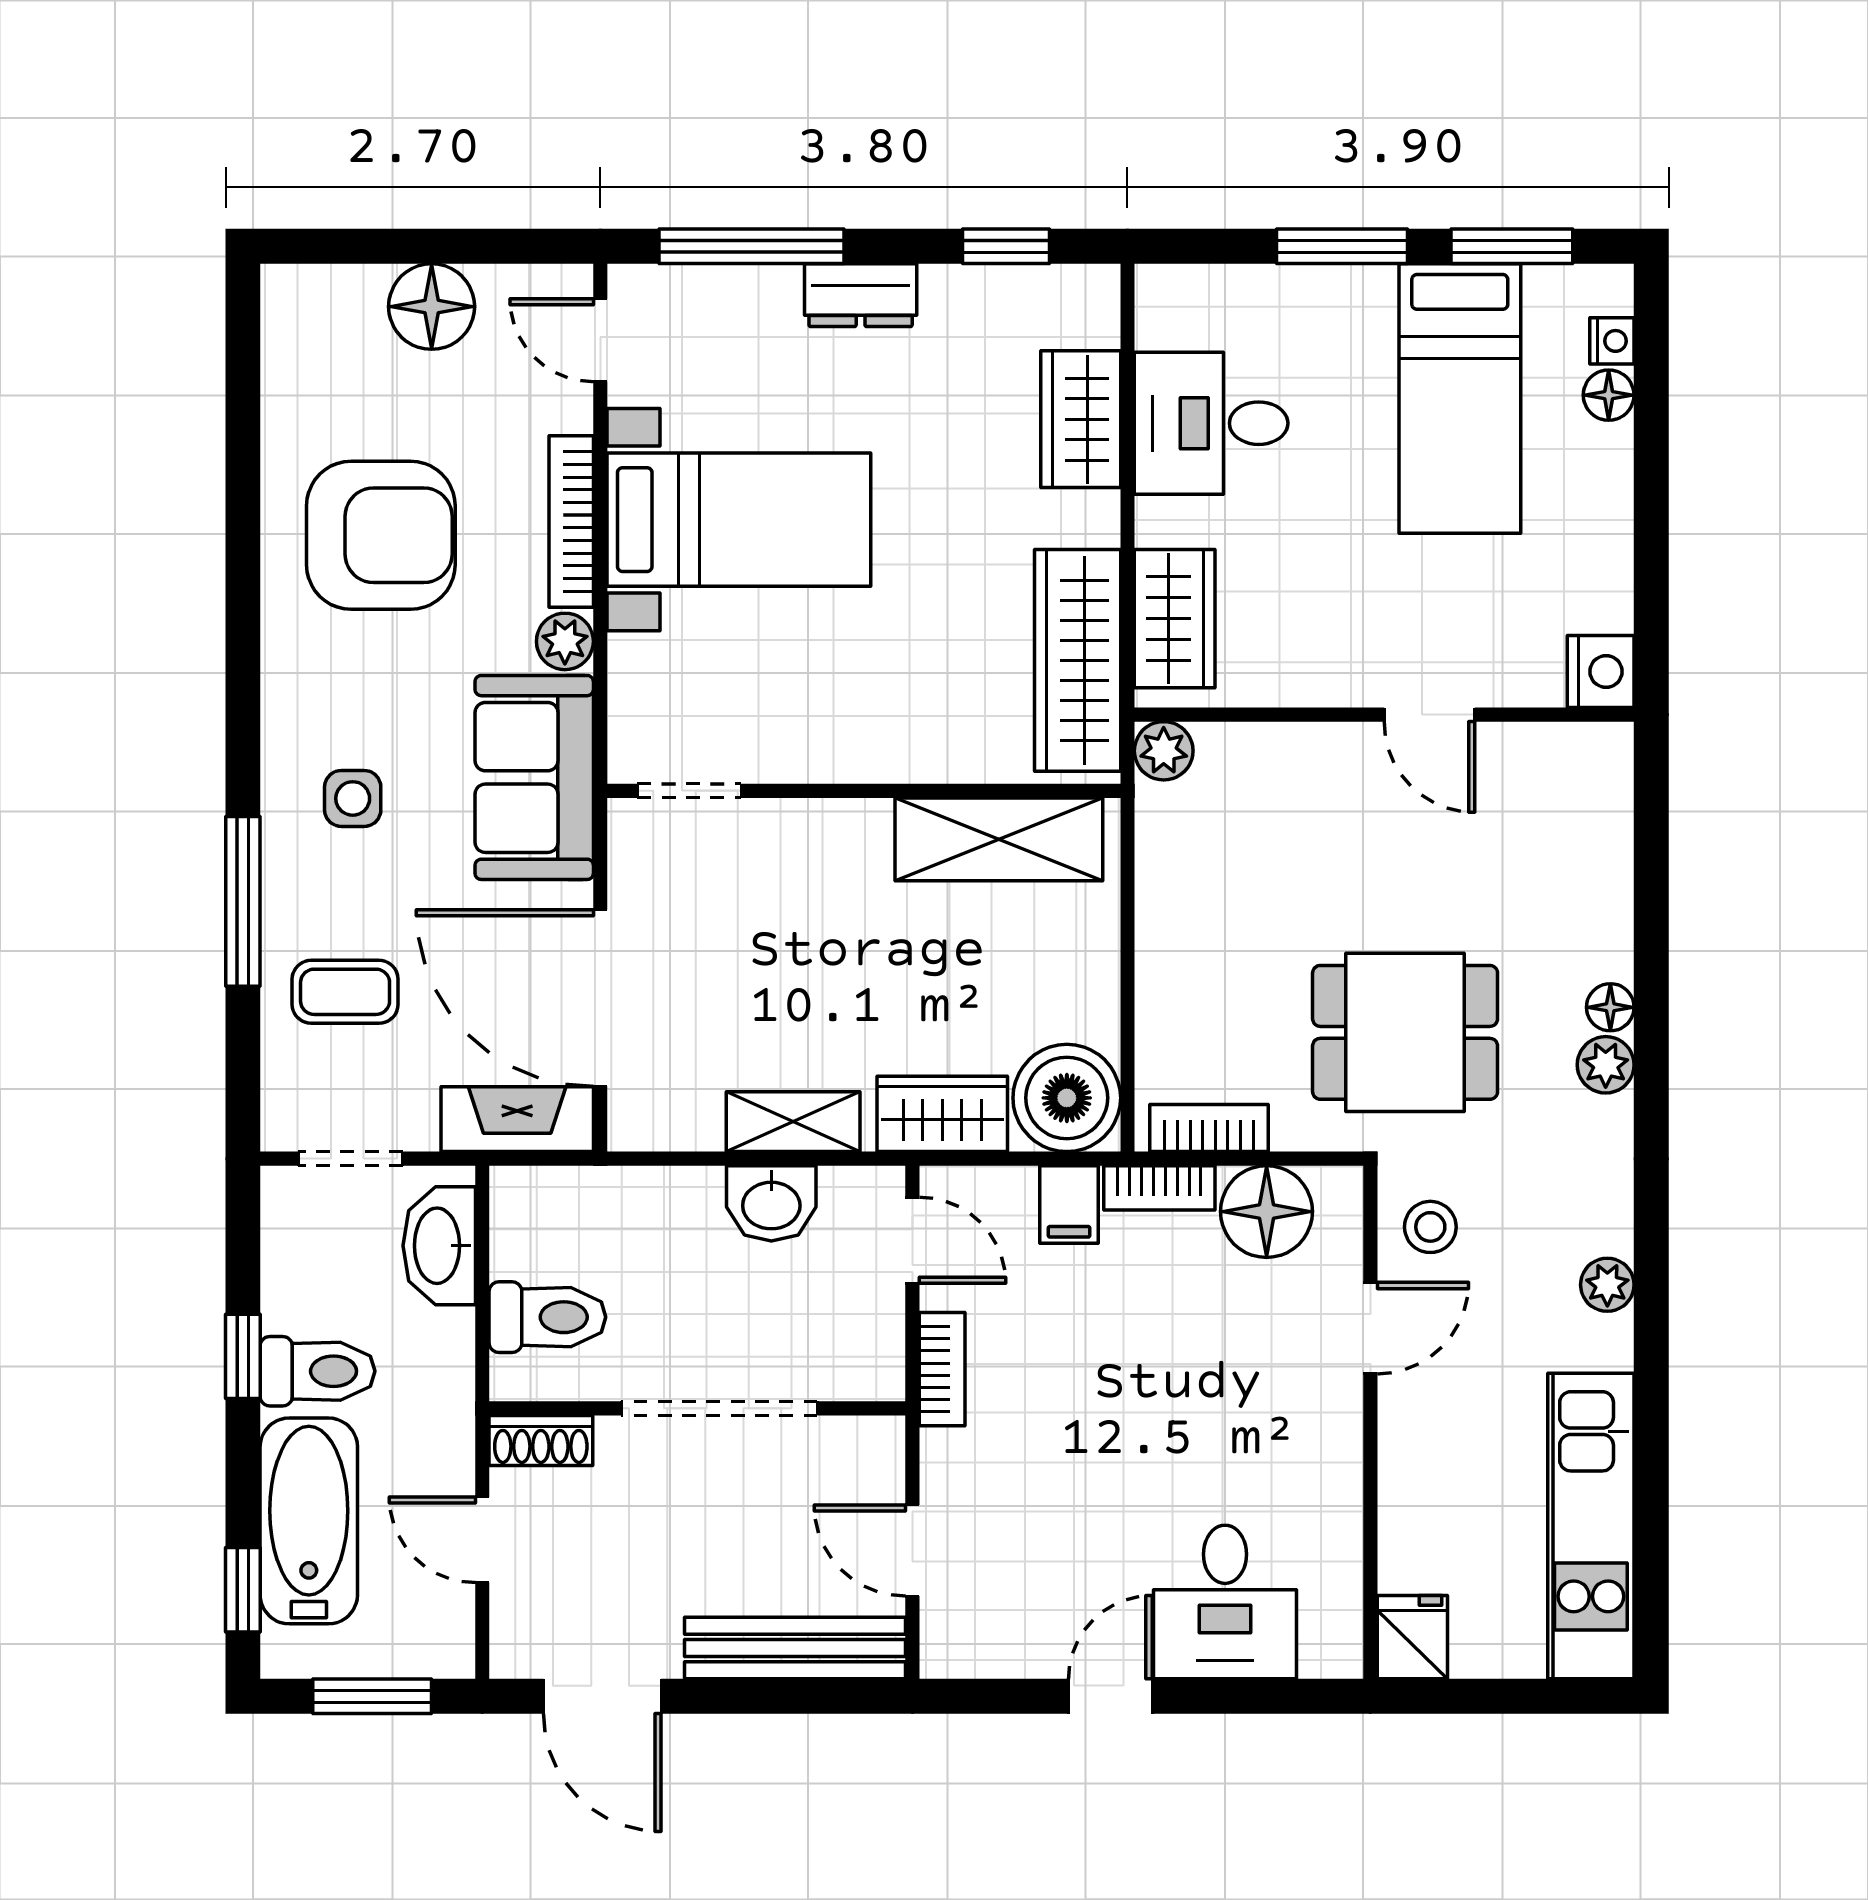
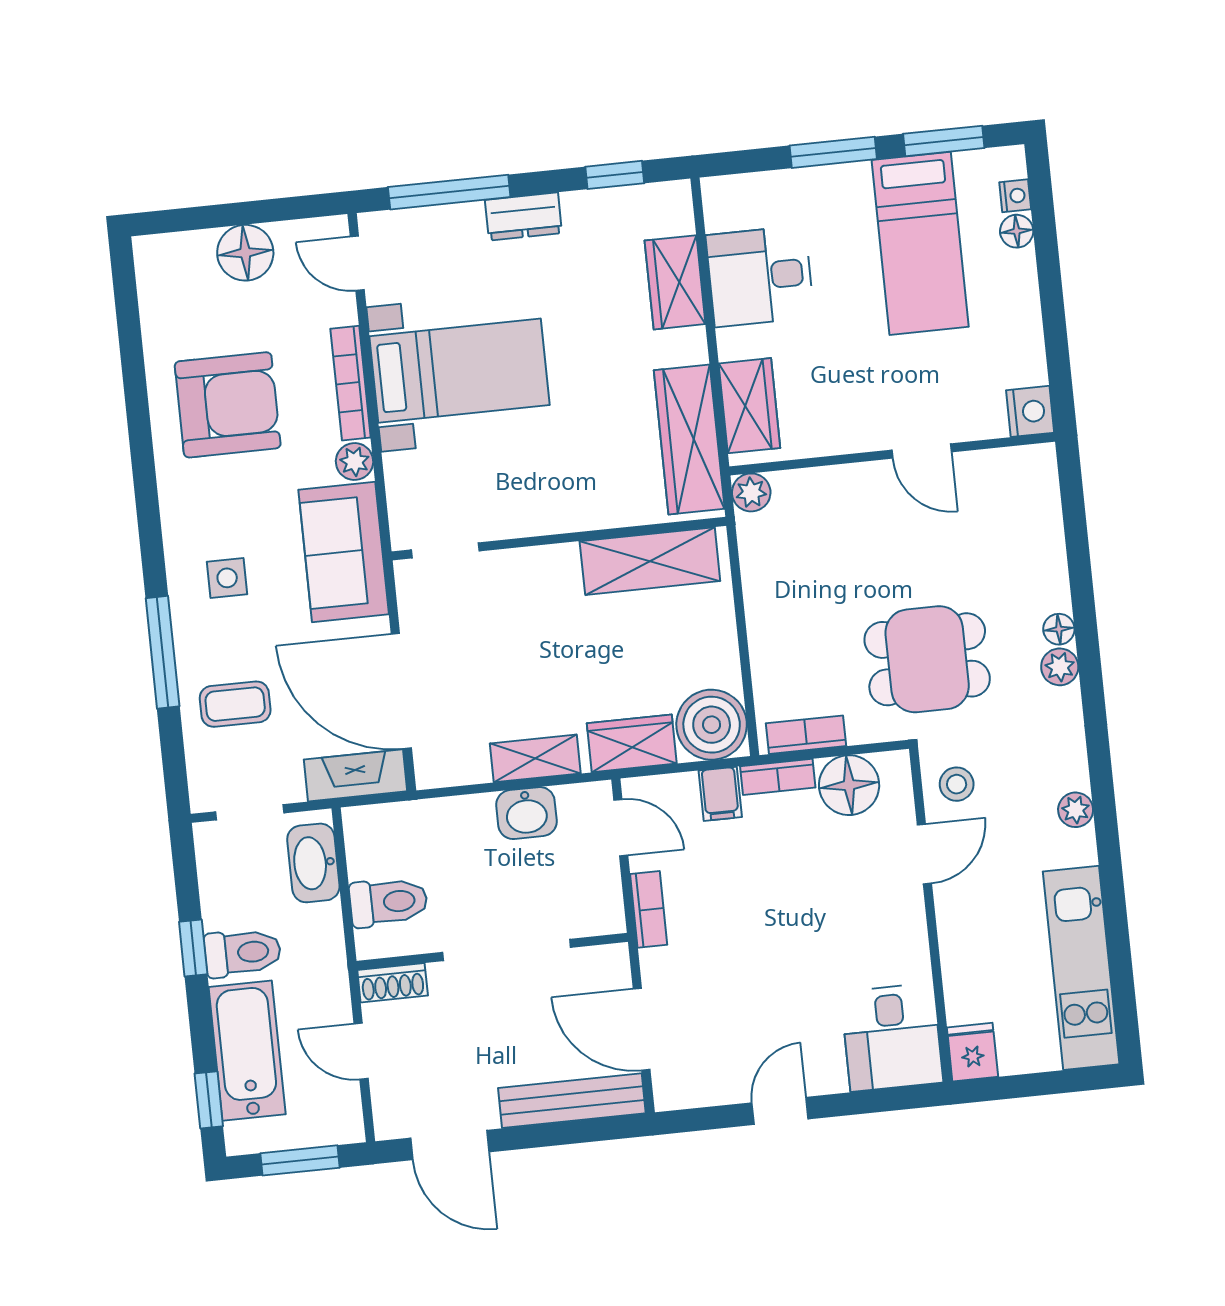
door: (912, 1550) -> (642, 1029), width x1.38
desk: (1225, 1602) -> (892, 1037), moved

